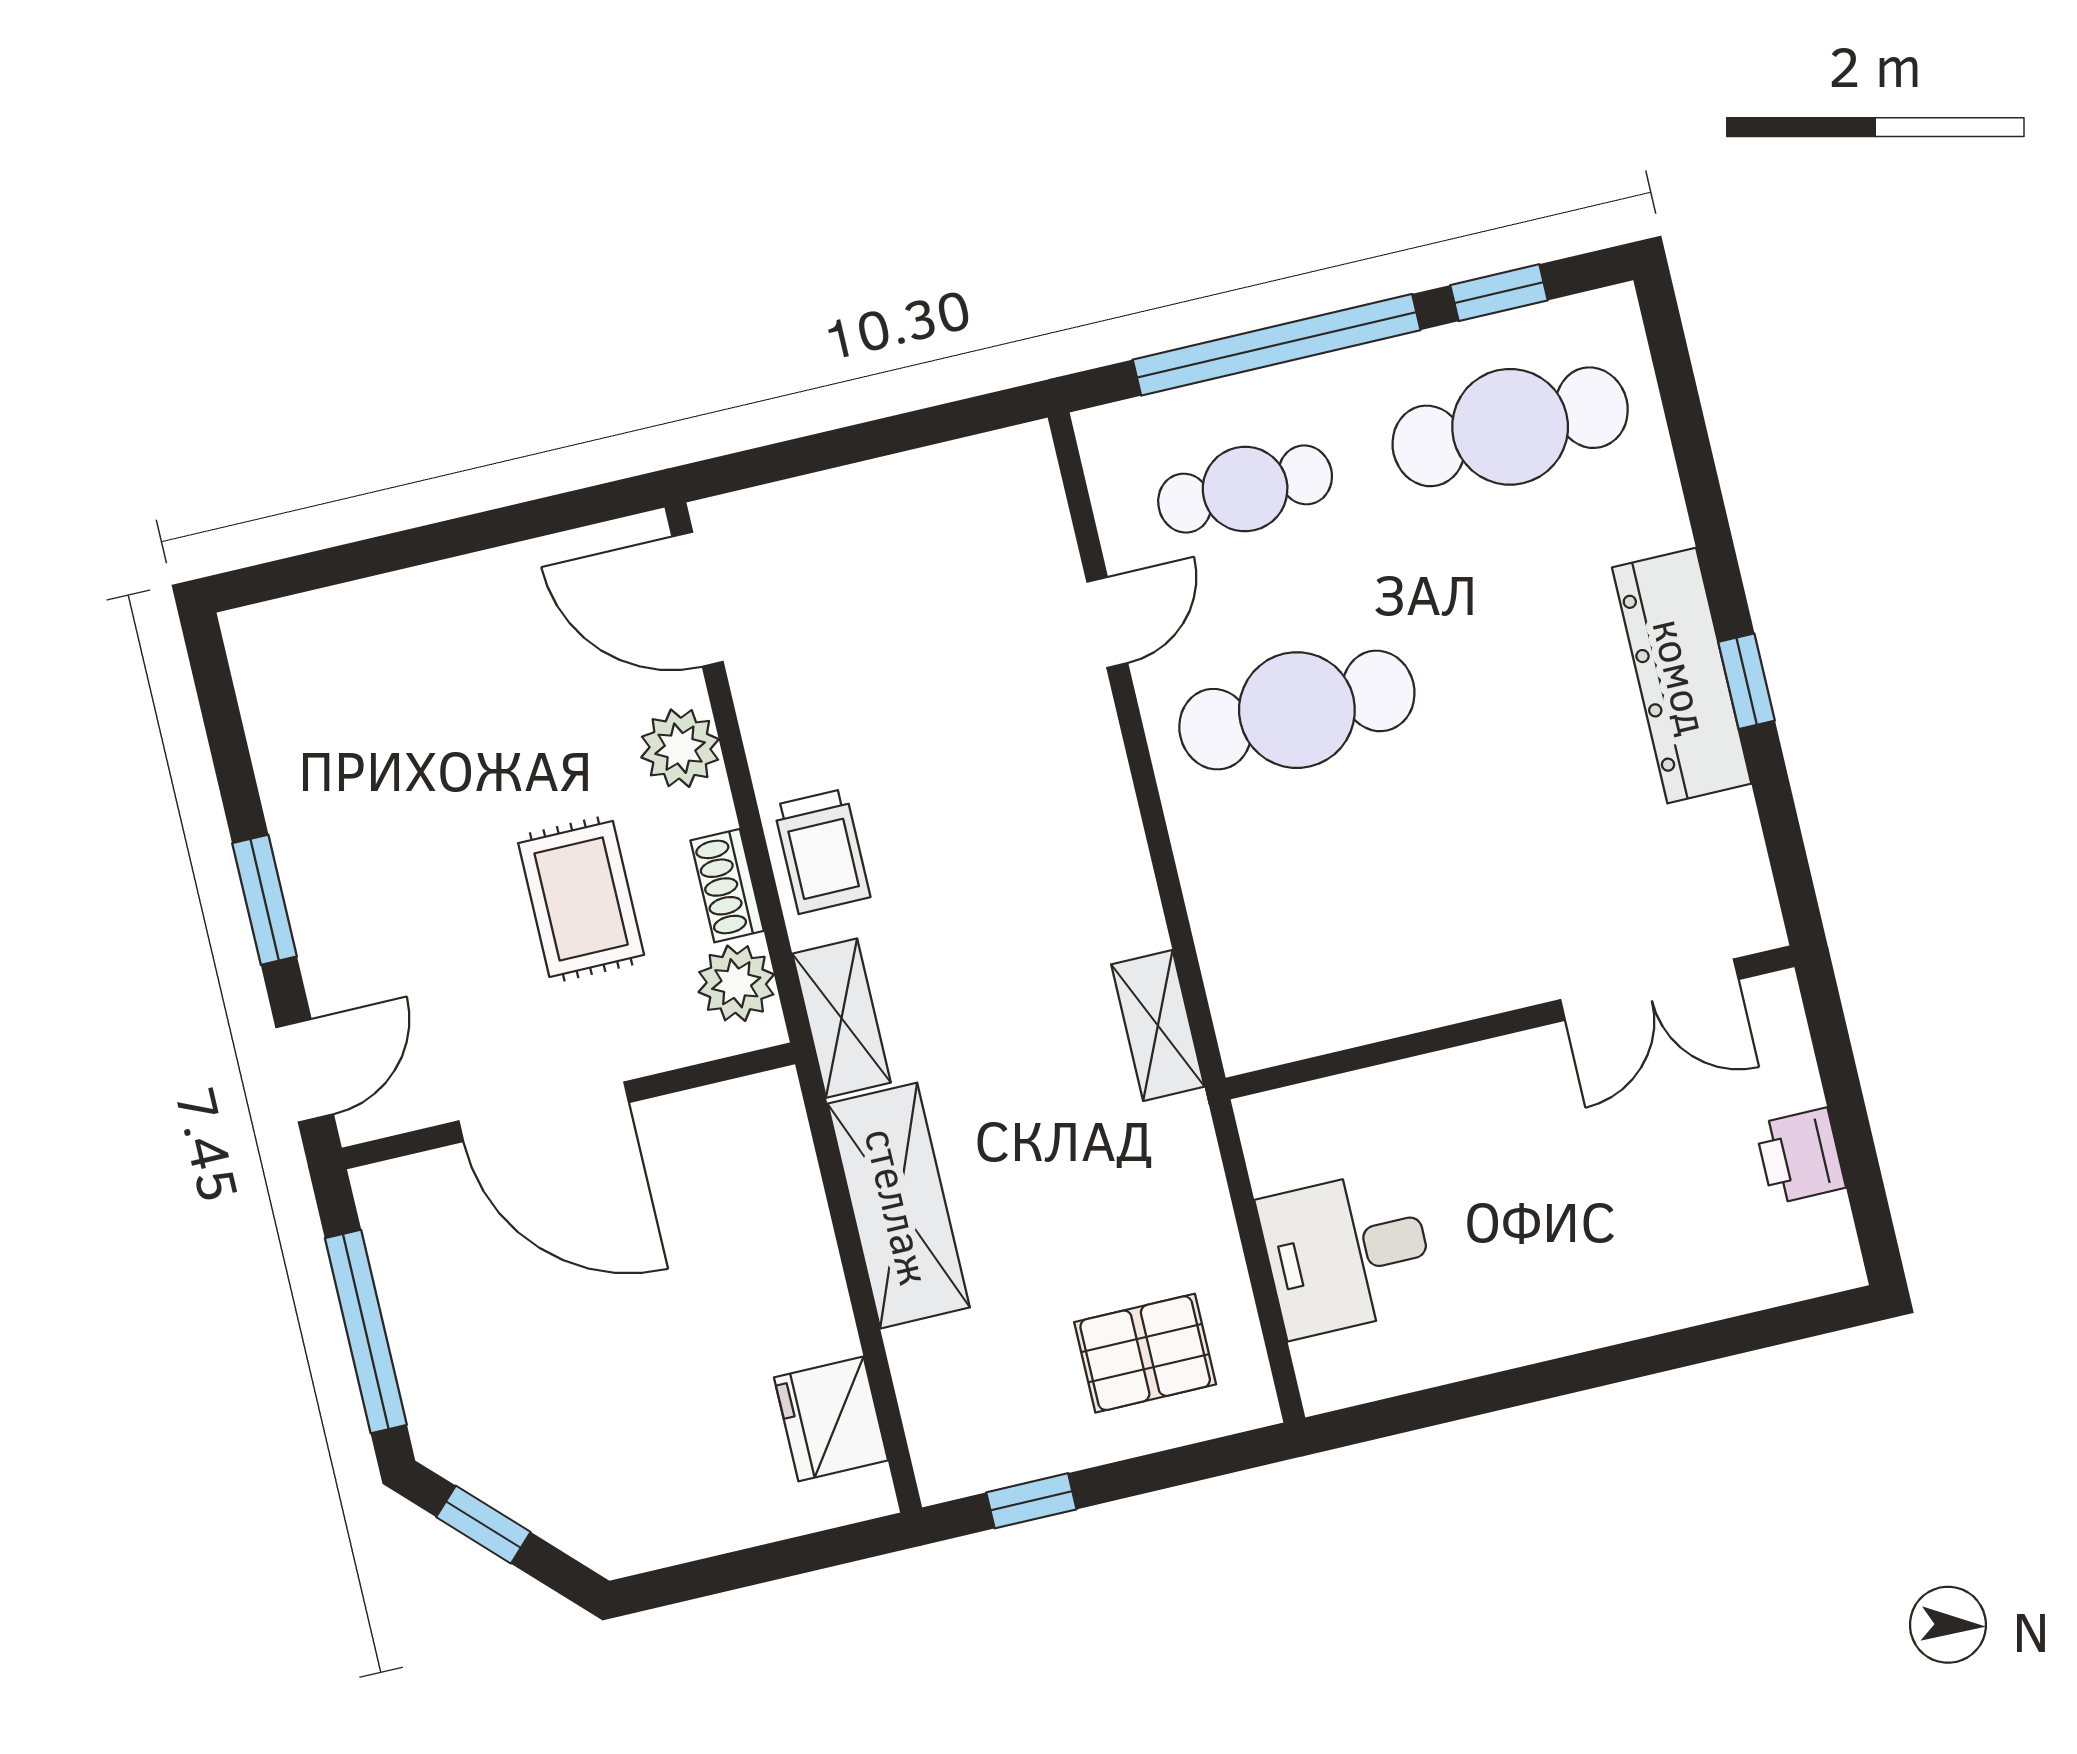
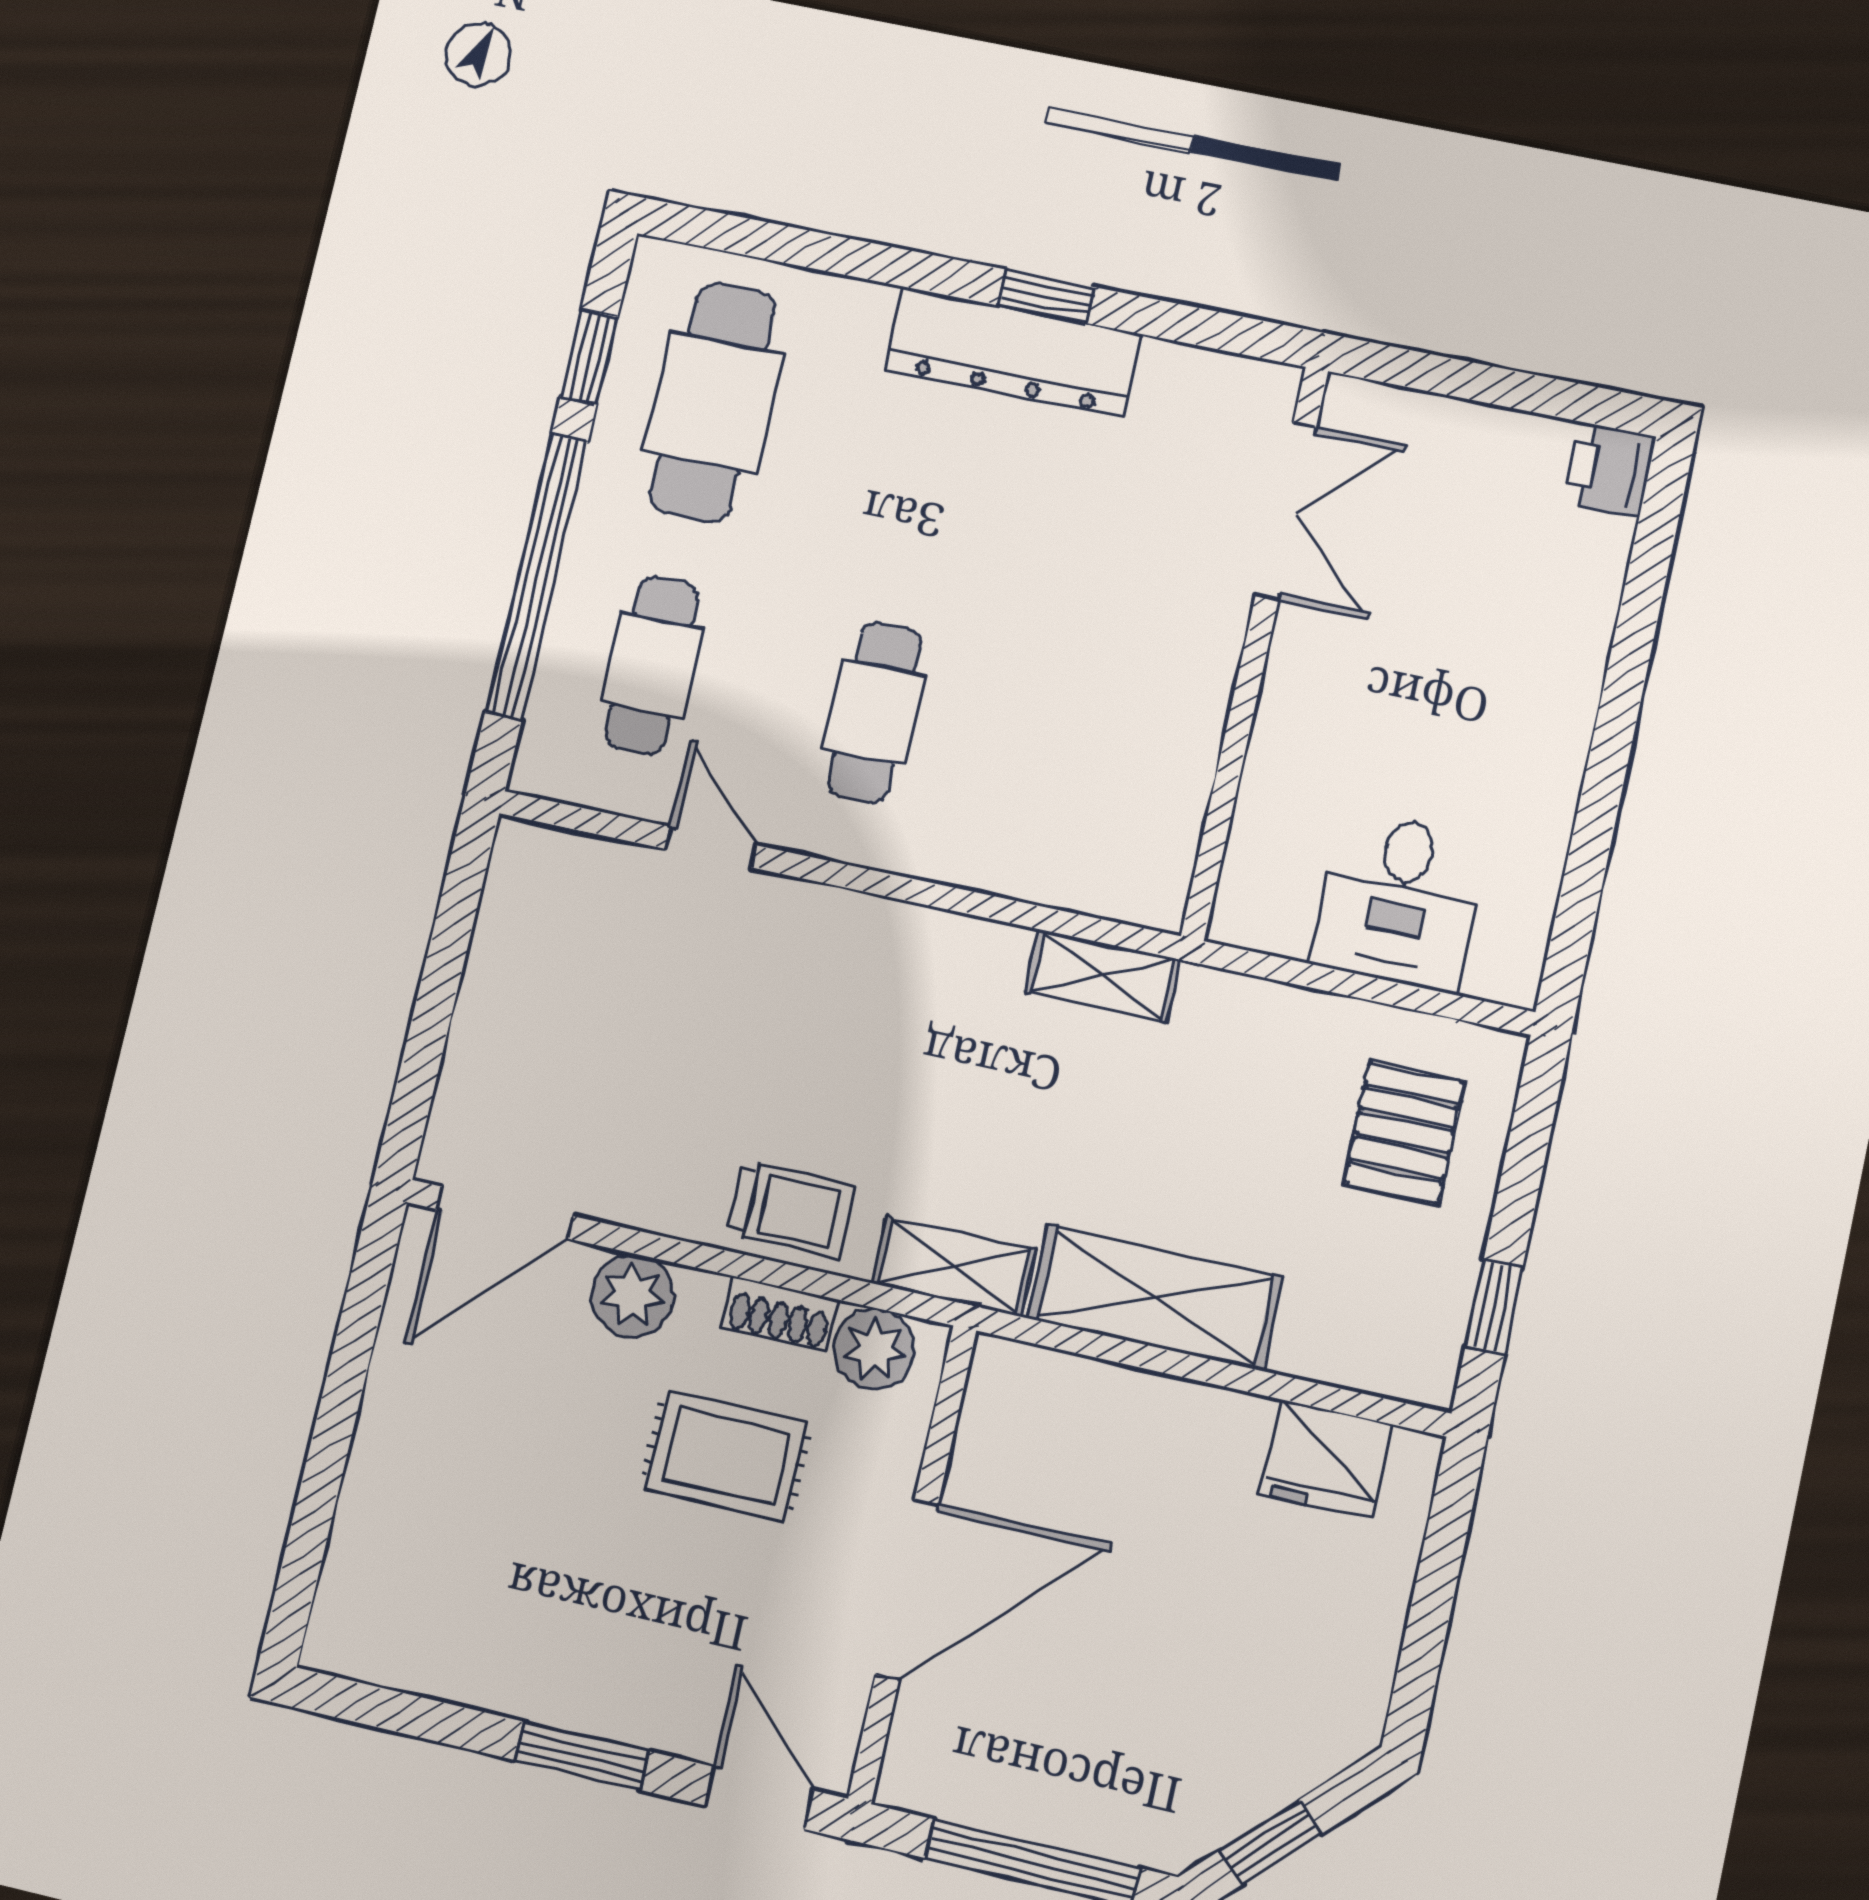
cafe table: (1297, 710) -> (874, 712), width x0.73, depth x0.74
printer: (1800, 1156) -> (1610, 470), moved, turned 90

